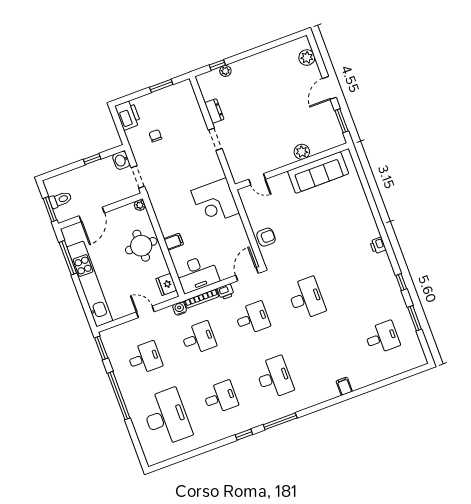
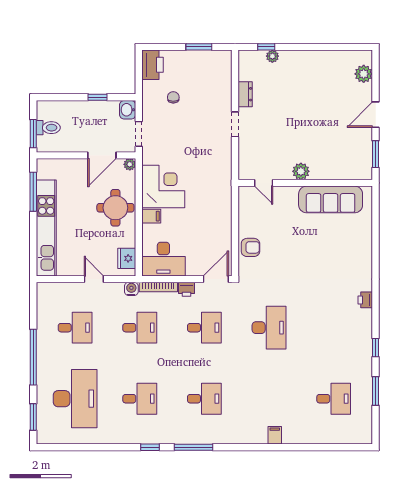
plant: (302, 152) -> (301, 171), moved
corner desk: (215, 202) -> (163, 186), moved, turned 180
door: (92, 214) -> (102, 155), moved
window: (101, 348) -> (33, 417), moved
desk: (274, 377) -> (204, 399), width x0.73

